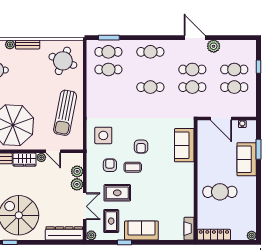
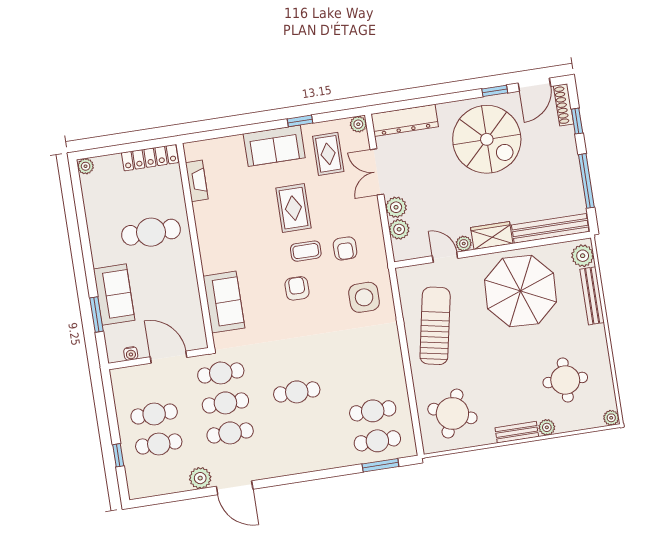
cafe table: (150, 52) -> (221, 373), moved
rug: (117, 193) -> (293, 208), moved, turned 90
fireplace: (189, 229) -> (197, 181), moved

